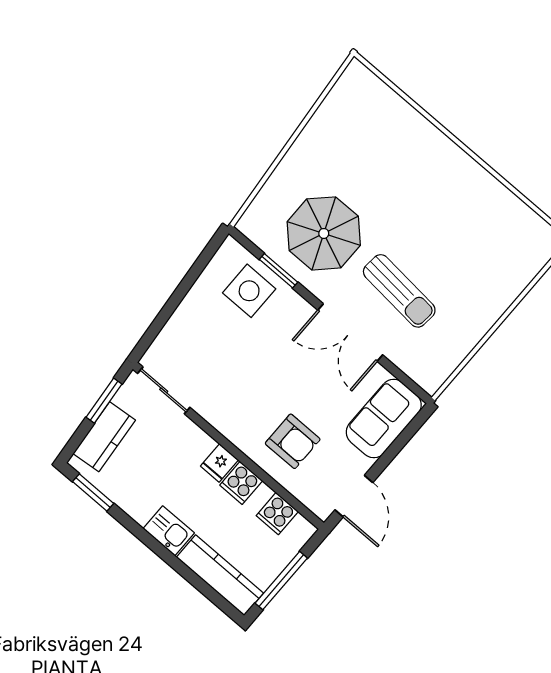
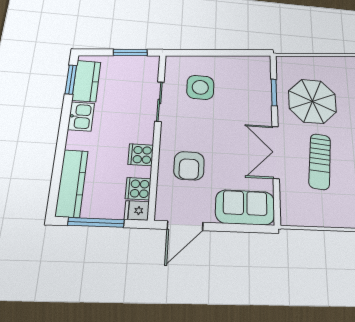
side table: (249, 291) -> (200, 87), moved
sliding door: (164, 390) -> (159, 101), moved
kitchen counter: (104, 437) -> (86, 81), moved, turned -85
fridge: (219, 463) -> (137, 210), moved
kitchen sink: (169, 531) -> (81, 116), moved

